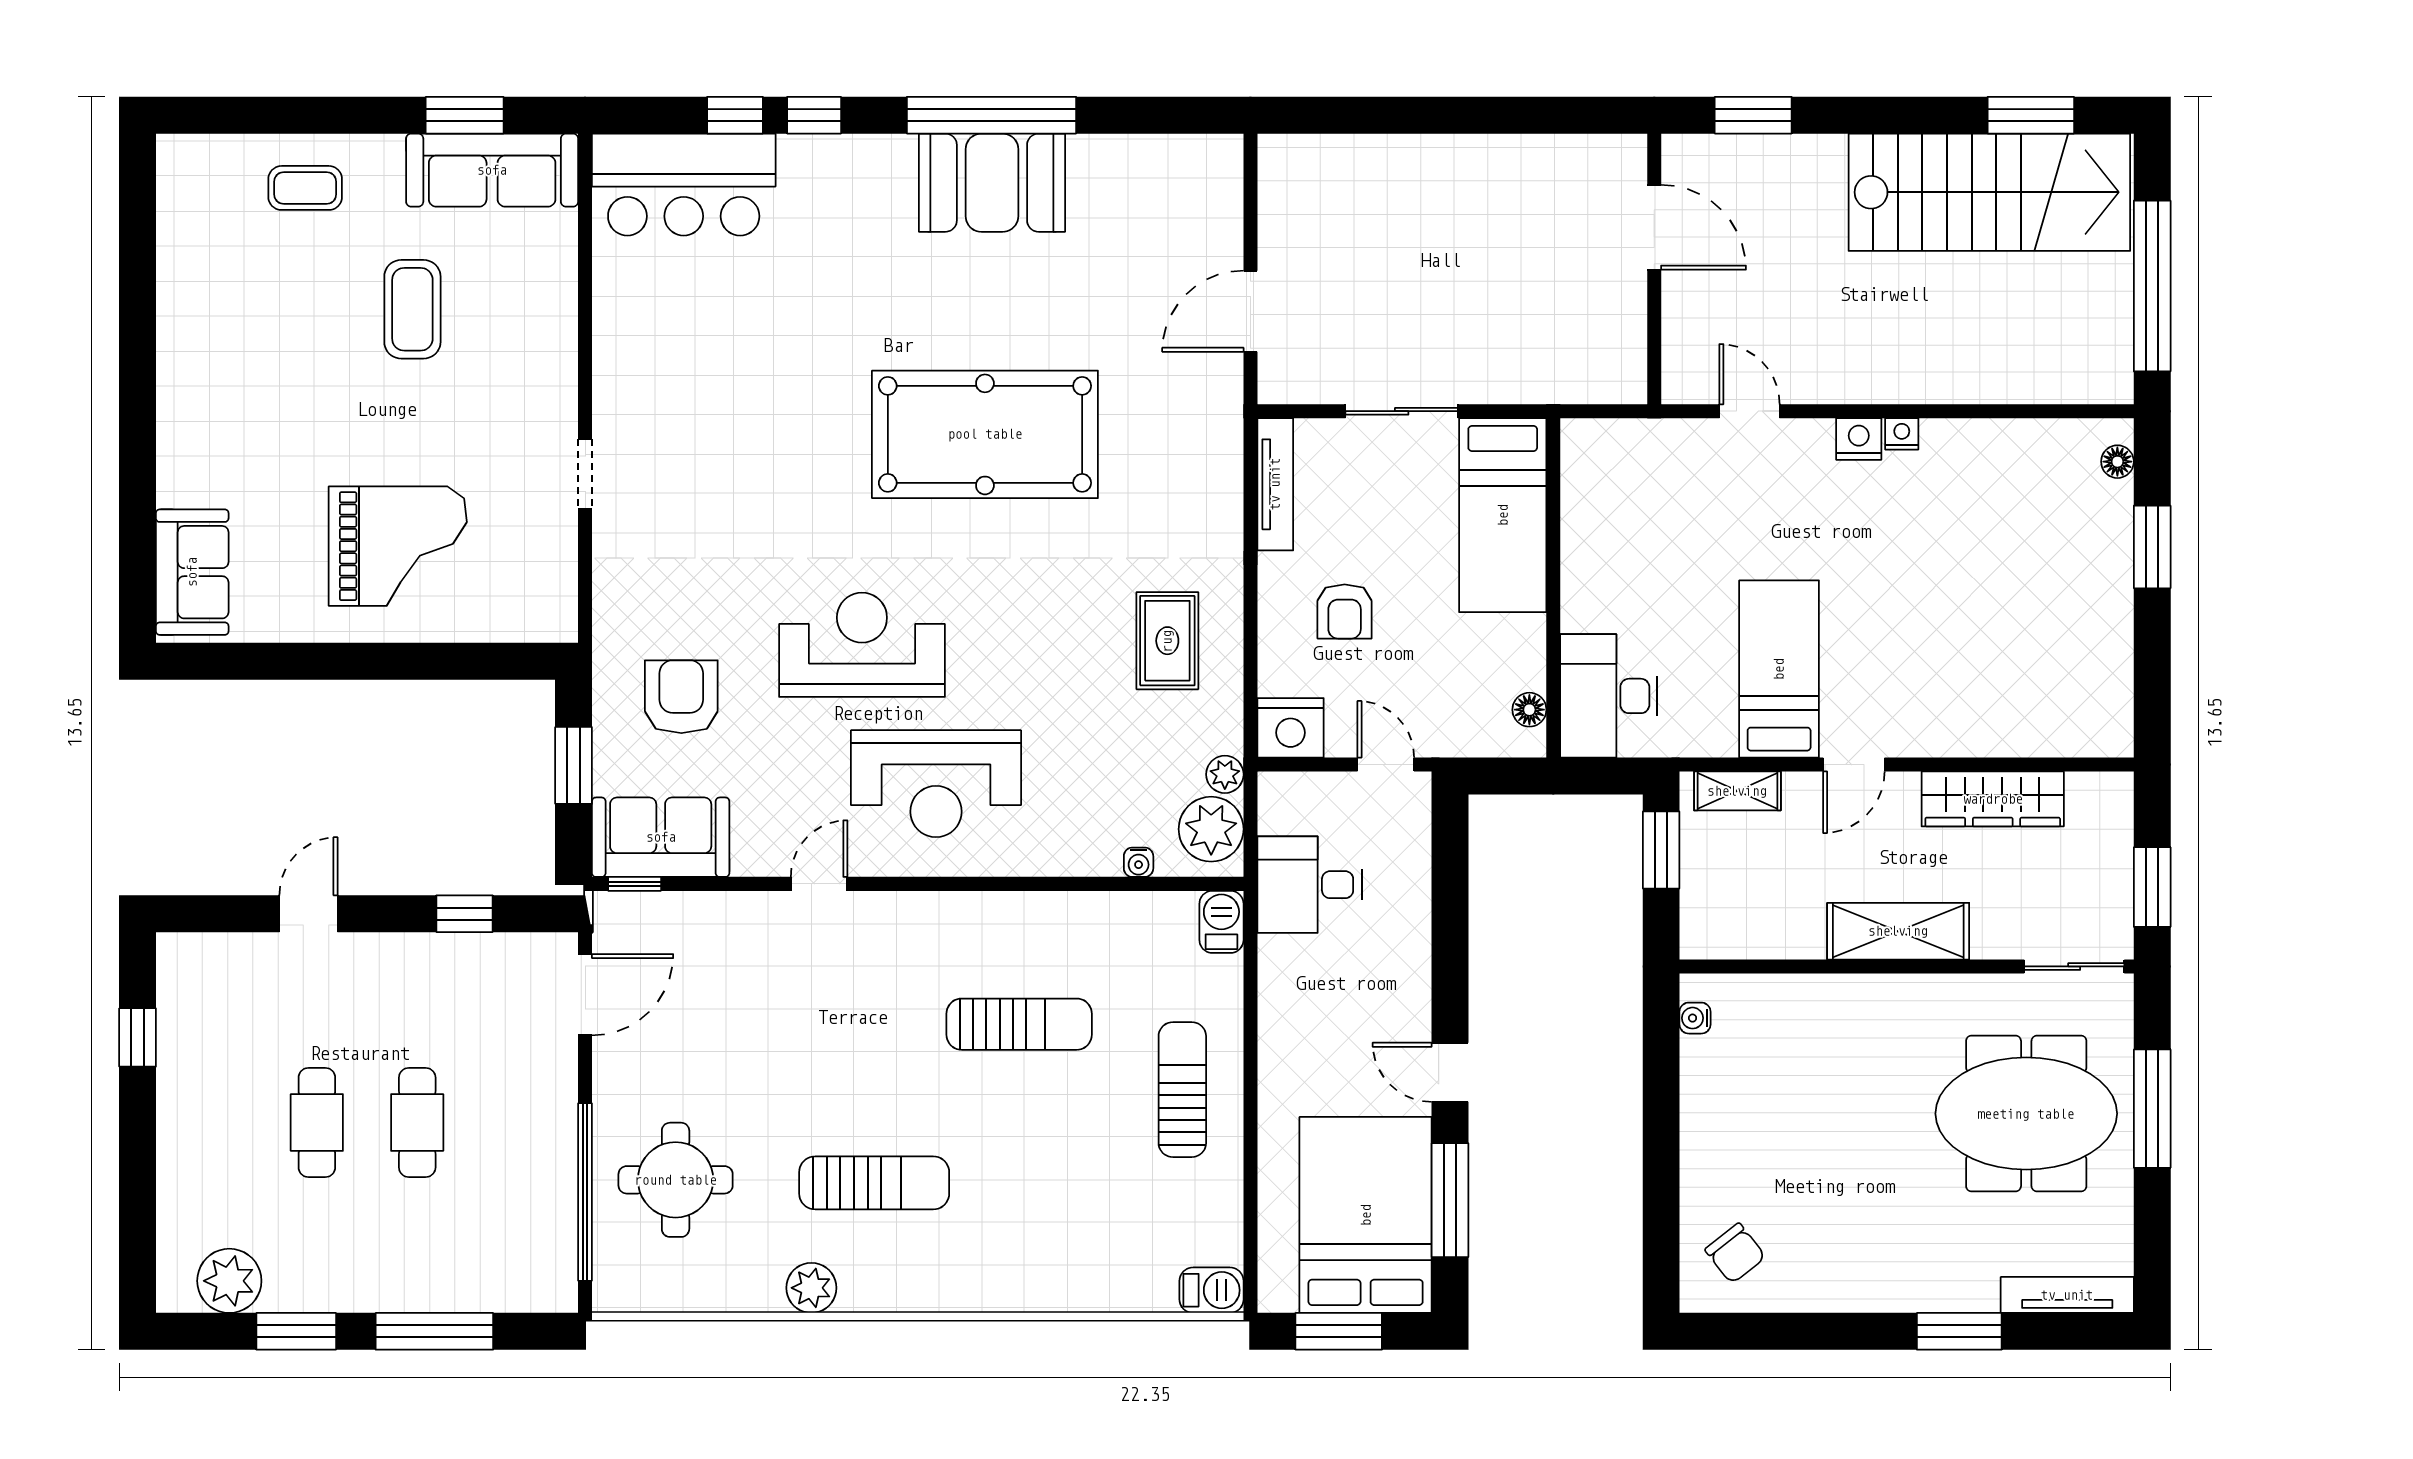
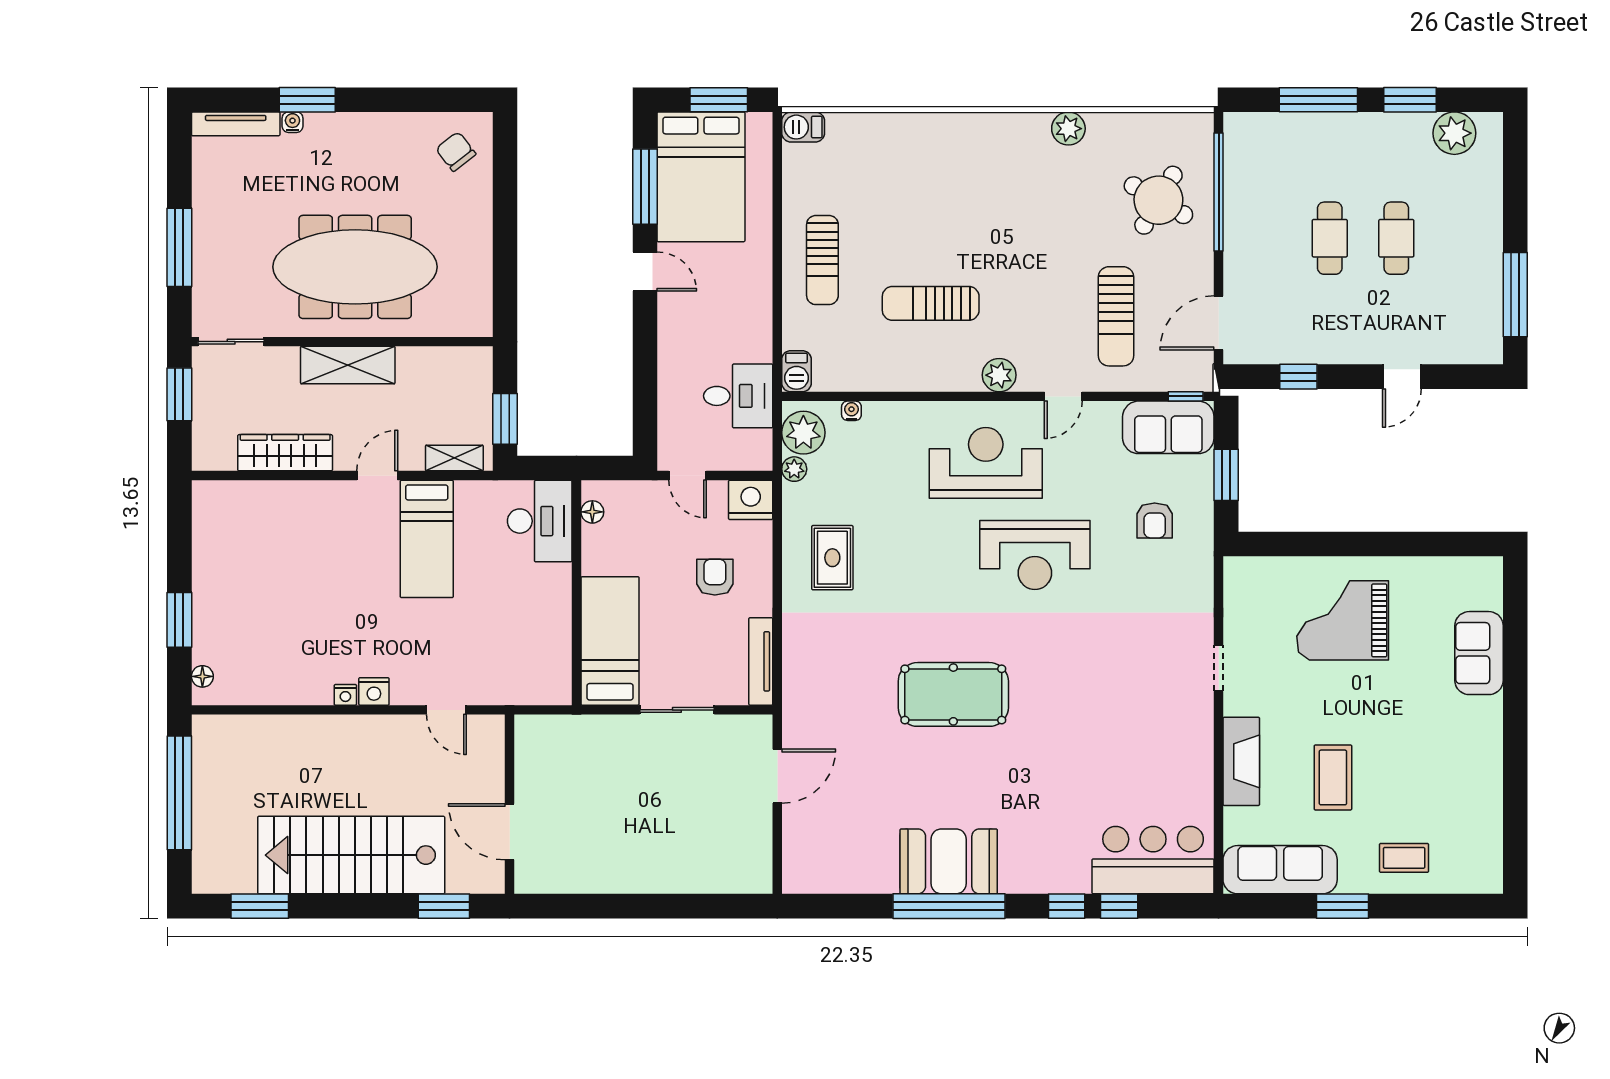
window: (465, 115) -> (1343, 906), moved
stairs: (1989, 192) -> (351, 855), moved
fireplace: (551, 334) -> (1241, 761), added
pool table: (985, 434) -> (953, 694), width x0.73, depth x0.76
sofa: (192, 572) -> (1479, 653), moved
armchair: (681, 697) -> (1155, 521), width x0.72, depth x0.72
plant: (916, 916) -> (999, 375), added
water cooler: (1695, 1018) -> (292, 122), moved, turned -90
window: (138, 1037) -> (1515, 295), width x2.17
meeting table: (2026, 1114) -> (355, 267), moved, width x1.36
round table: (676, 1180) -> (1158, 200), turned 30
sun lounger: (874, 1183) -> (1116, 316), moved, turned -90

